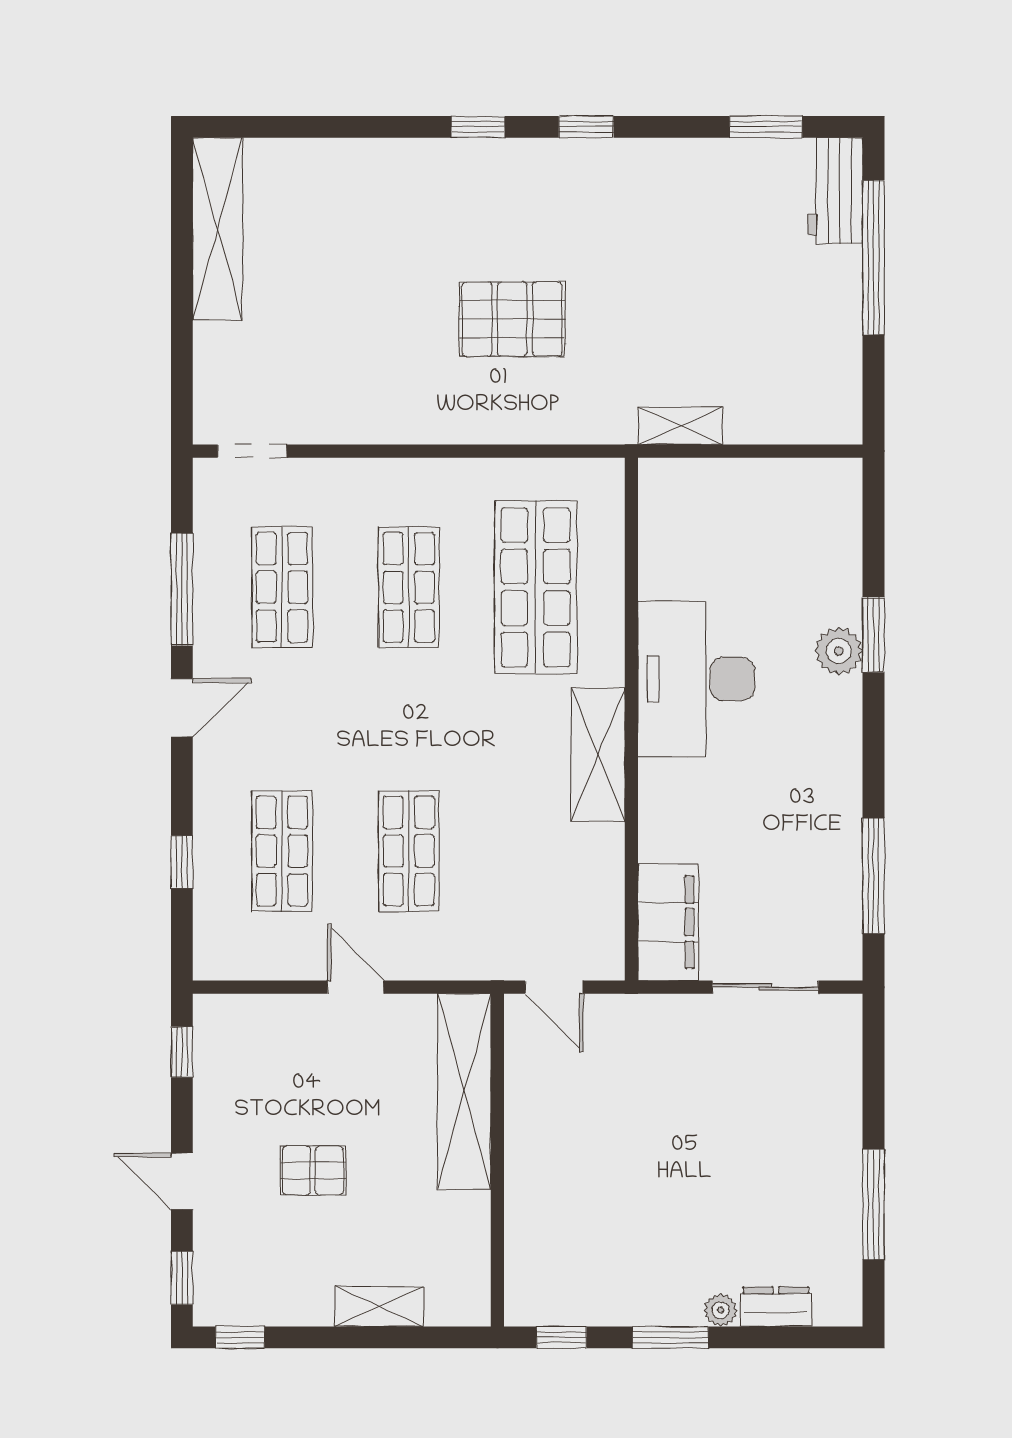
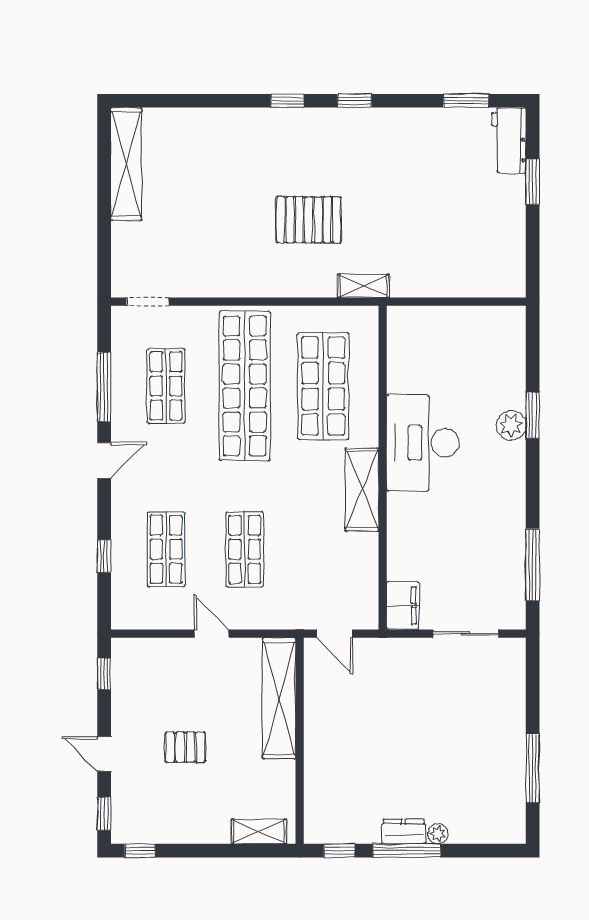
window: (874, 258) -> (533, 182), width x0.47
shelving: (680, 426) -> (363, 286), moved
shop shelf: (409, 587) -> (245, 386), width x2.00, depth x1.36
filing cabinet: (668, 922) -> (403, 605), width x0.67, depth x0.86
shelving: (379, 1307) -> (259, 832), moved
dresser: (776, 1307) -> (404, 832), moved
window: (670, 1337) -> (407, 851), width x1.44

